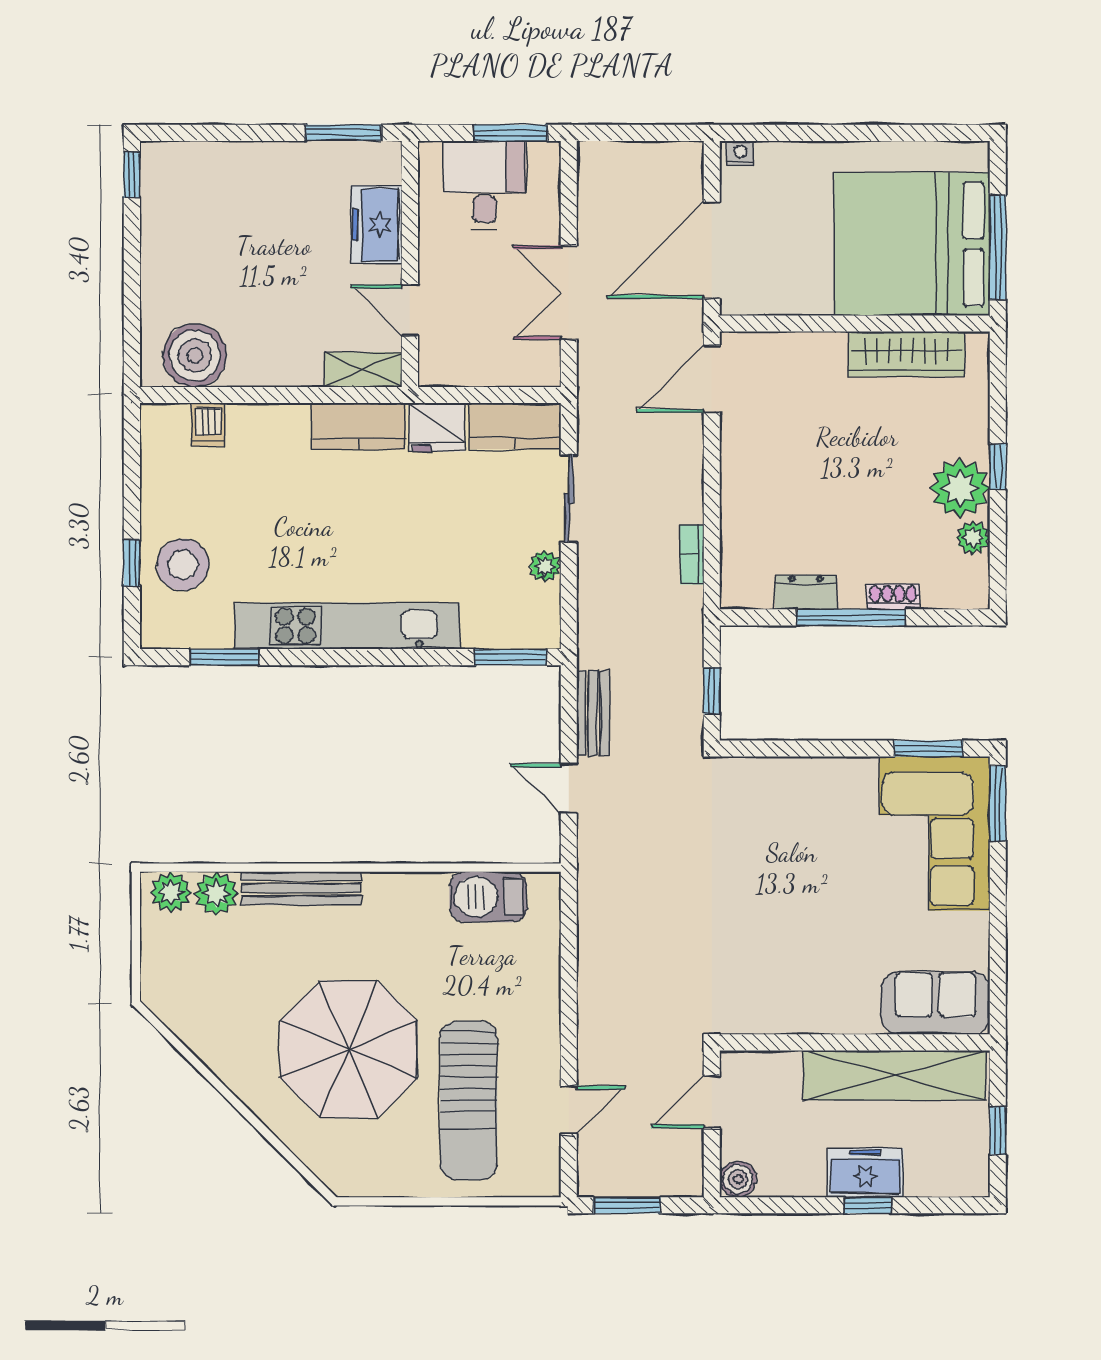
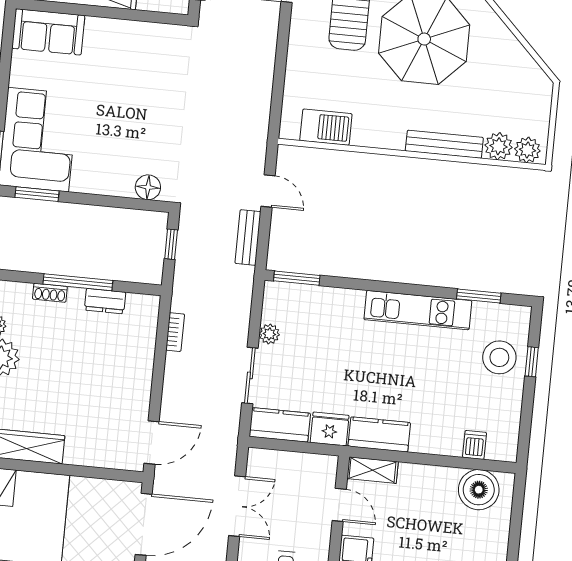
kitchen unit: (347, 626) -> (418, 310), width x0.73
floor lamp: (756, 776) -> (148, 187), added

